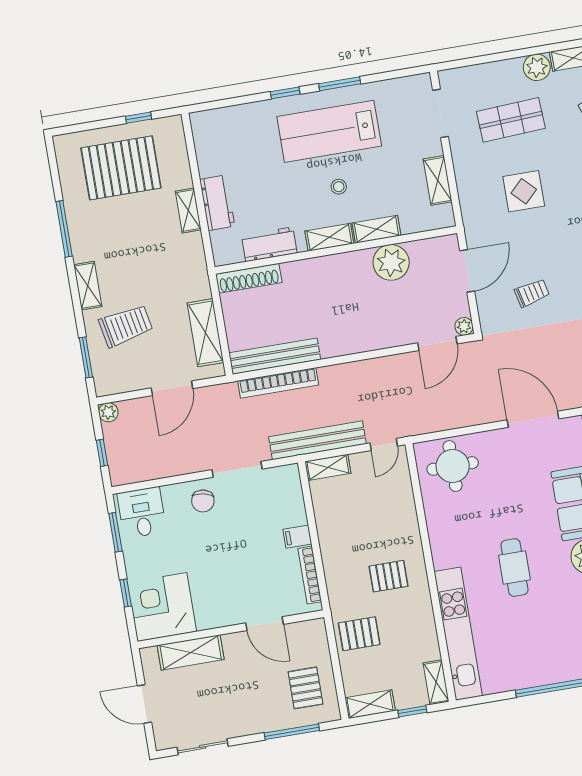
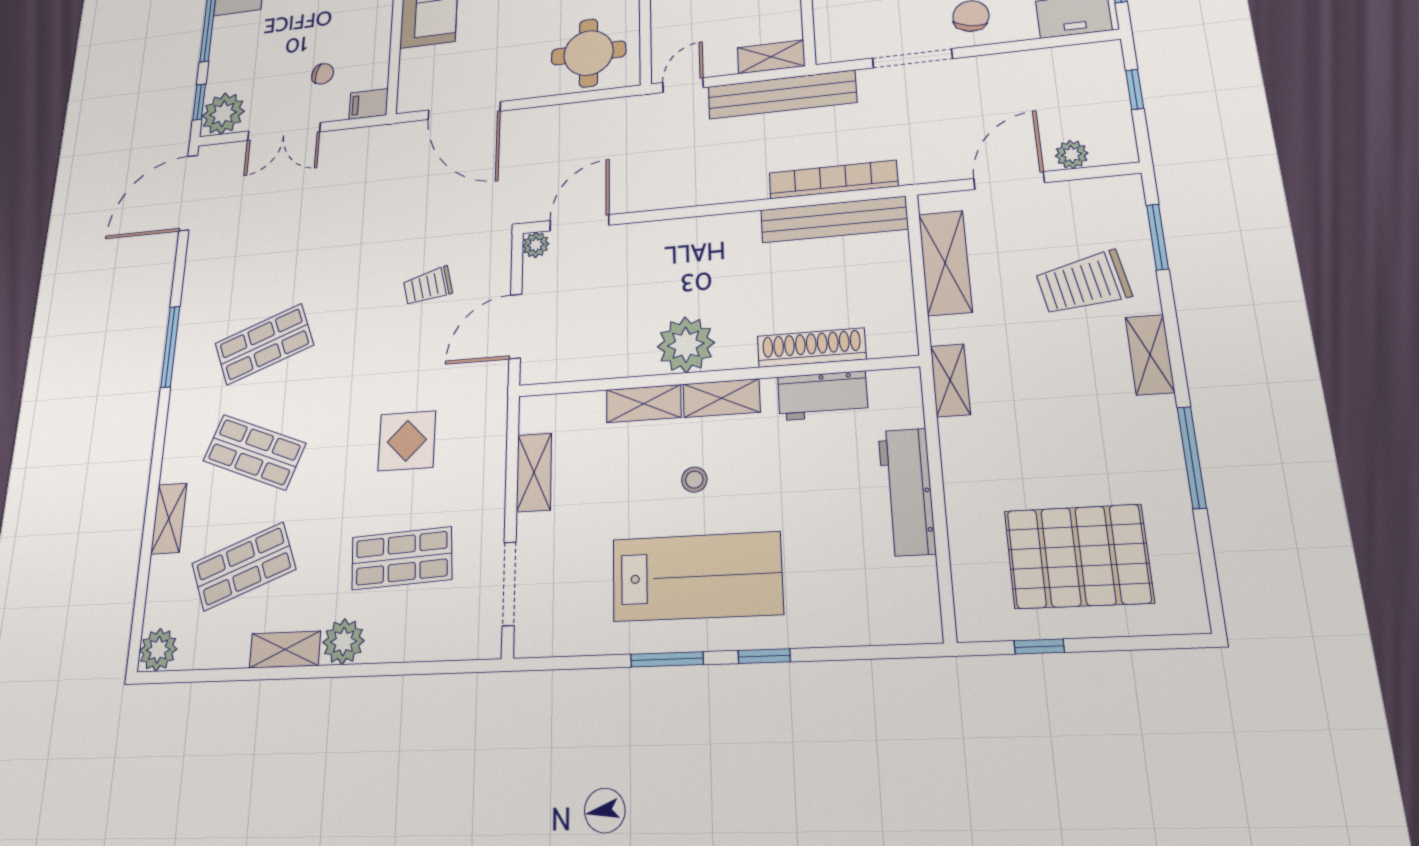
workbench: (217, 203) -> (907, 492), width x1.38
shelving: (188, 210) -> (950, 380), moved
plant: (391, 262) -> (686, 345), moved
shoe rack: (249, 278) -> (811, 348), moved
plant: (108, 412) -> (1072, 154), moved

